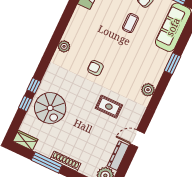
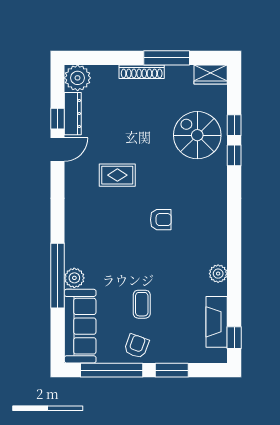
plant: (64, 46) -> (218, 274), moved
window: (173, 64) -> (58, 276), width x2.11
plant: (148, 90) -> (74, 278), moved
window: (129, 157) -> (58, 119), added

